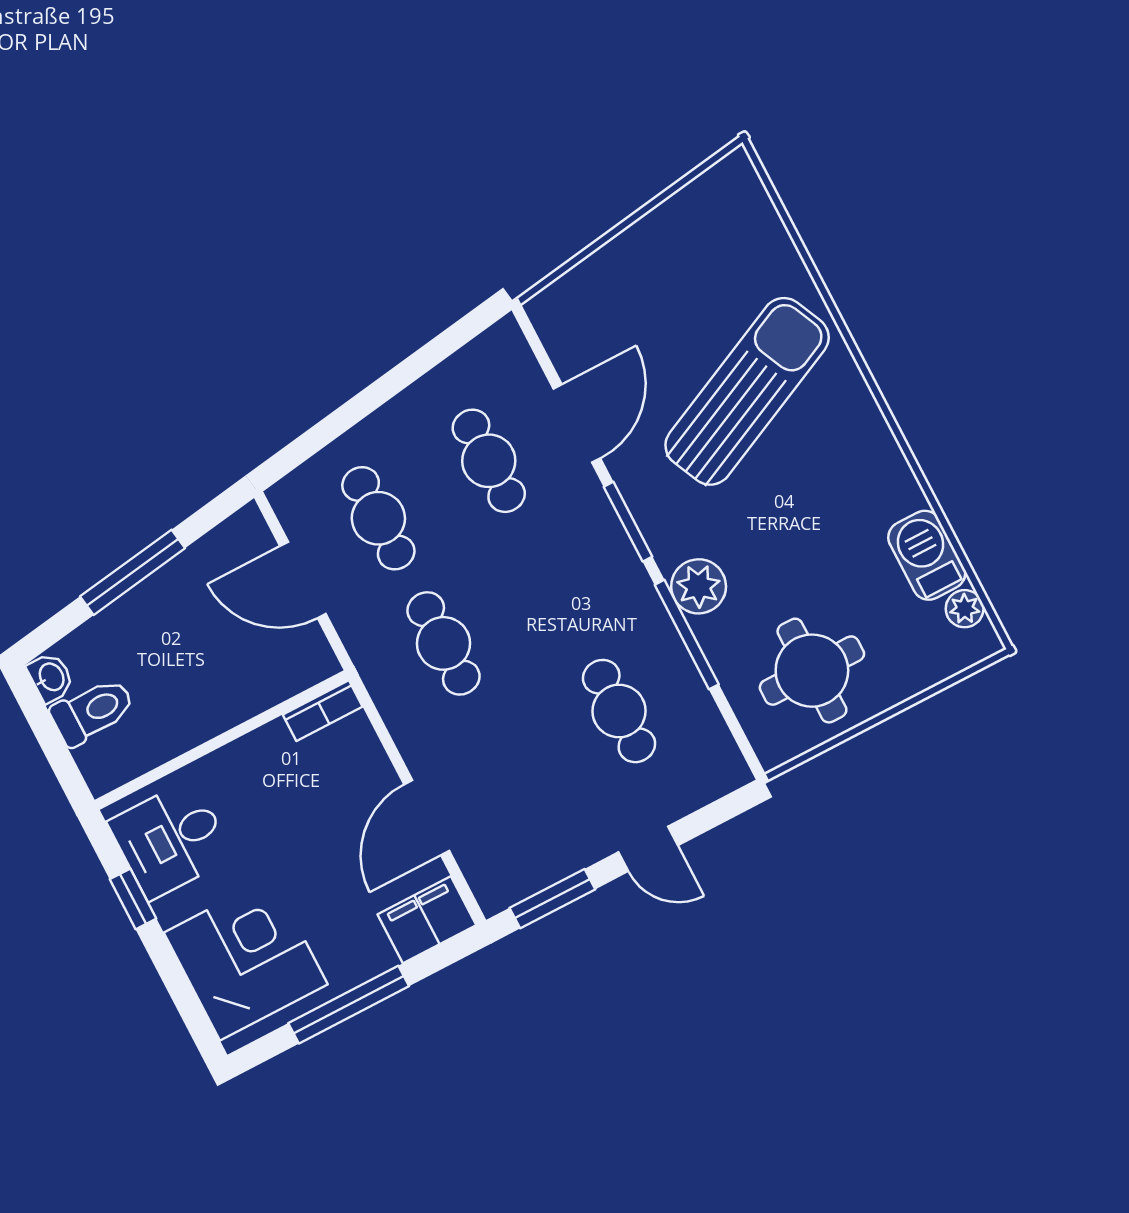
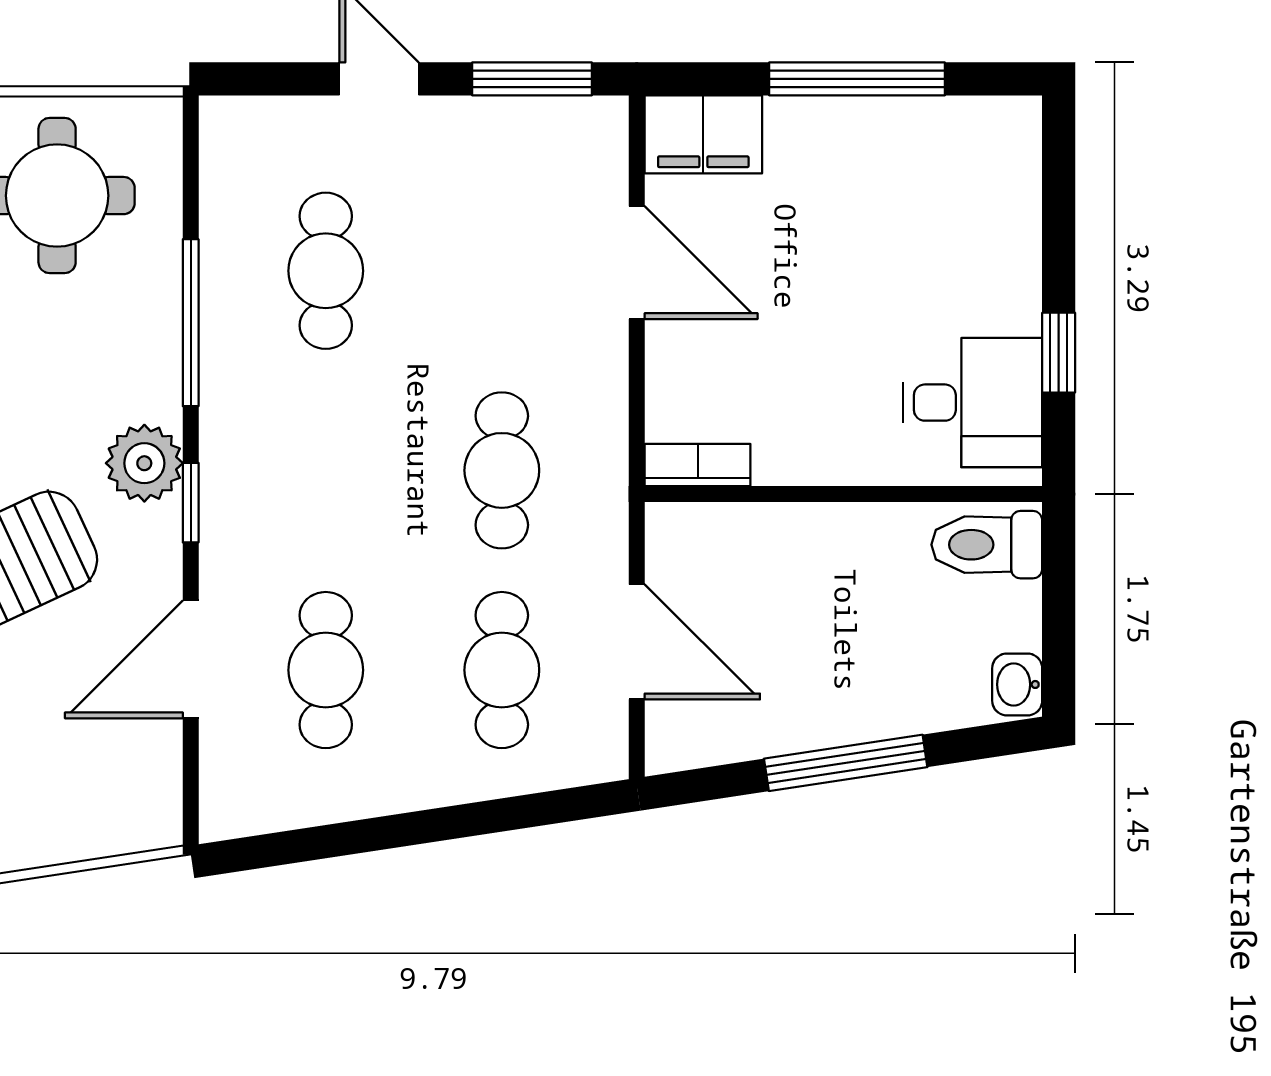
window: (628, 522) -> (191, 503), width x0.67
plant: (699, 586) -> (144, 463), moved
toilet: (93, 711) -> (987, 545), moved
door: (427, 818) -> (637, 263), hinge flipped
corner desk: (246, 958) -> (956, 204), removed

